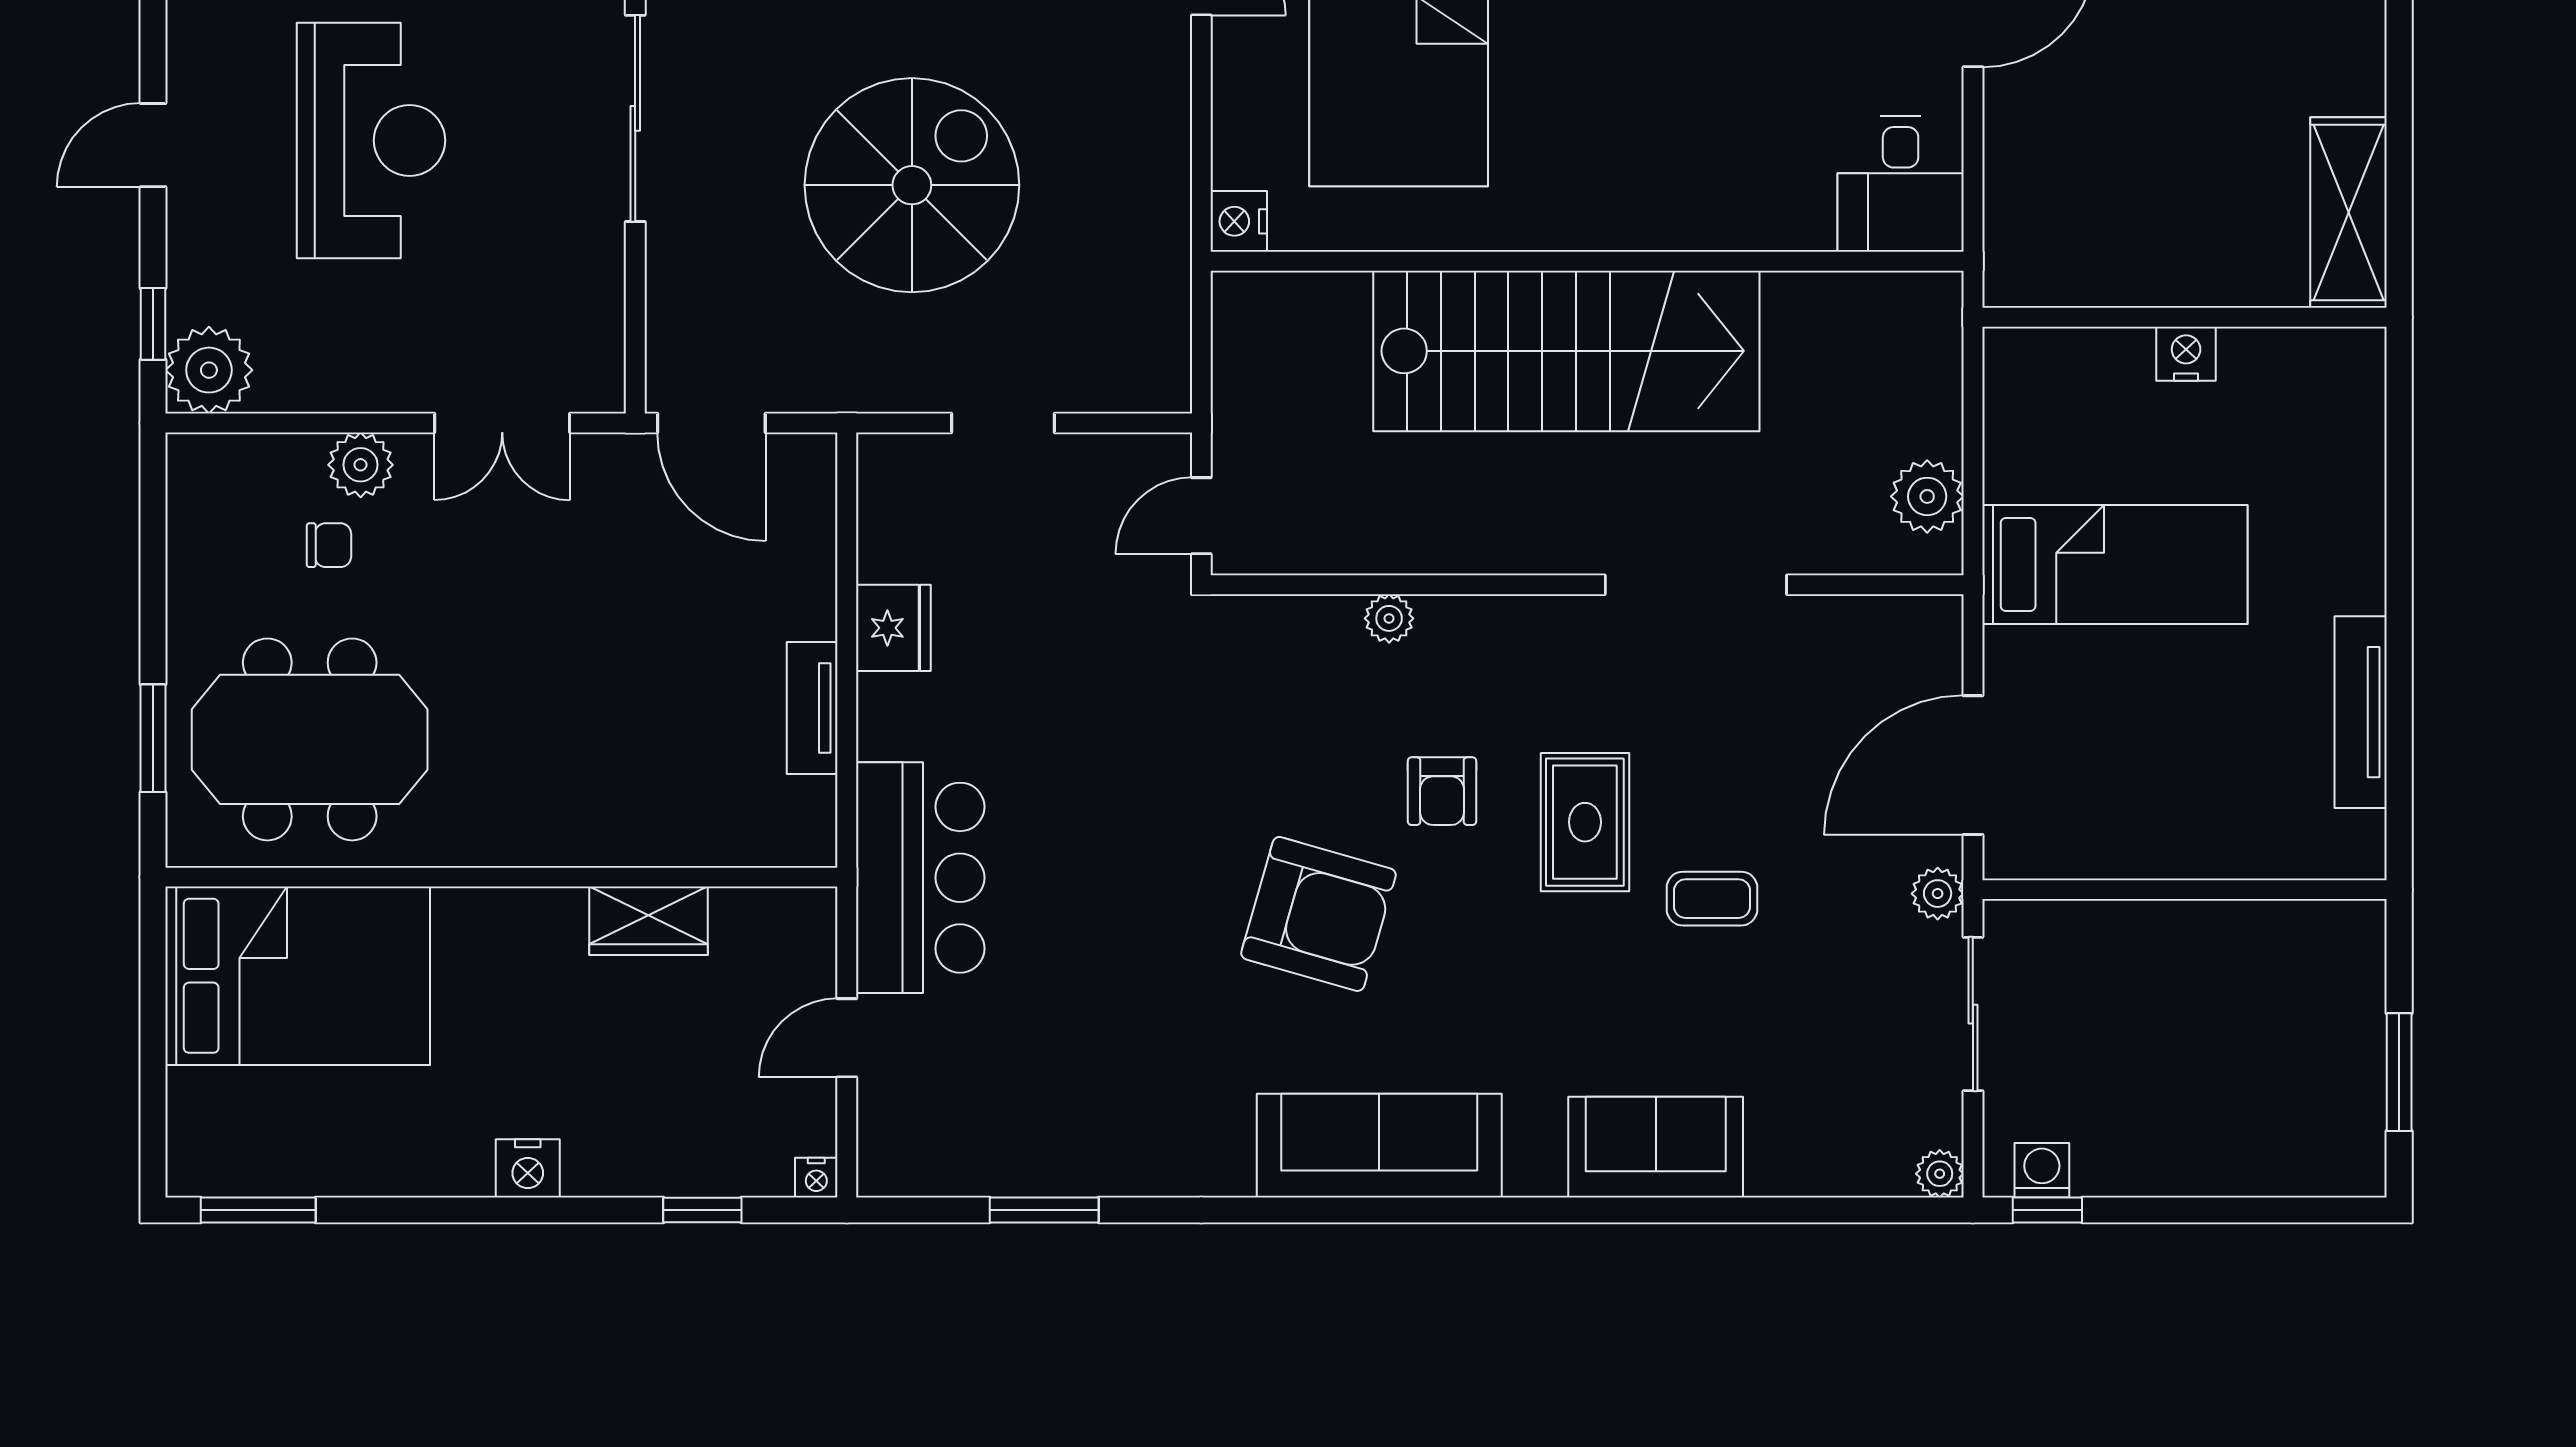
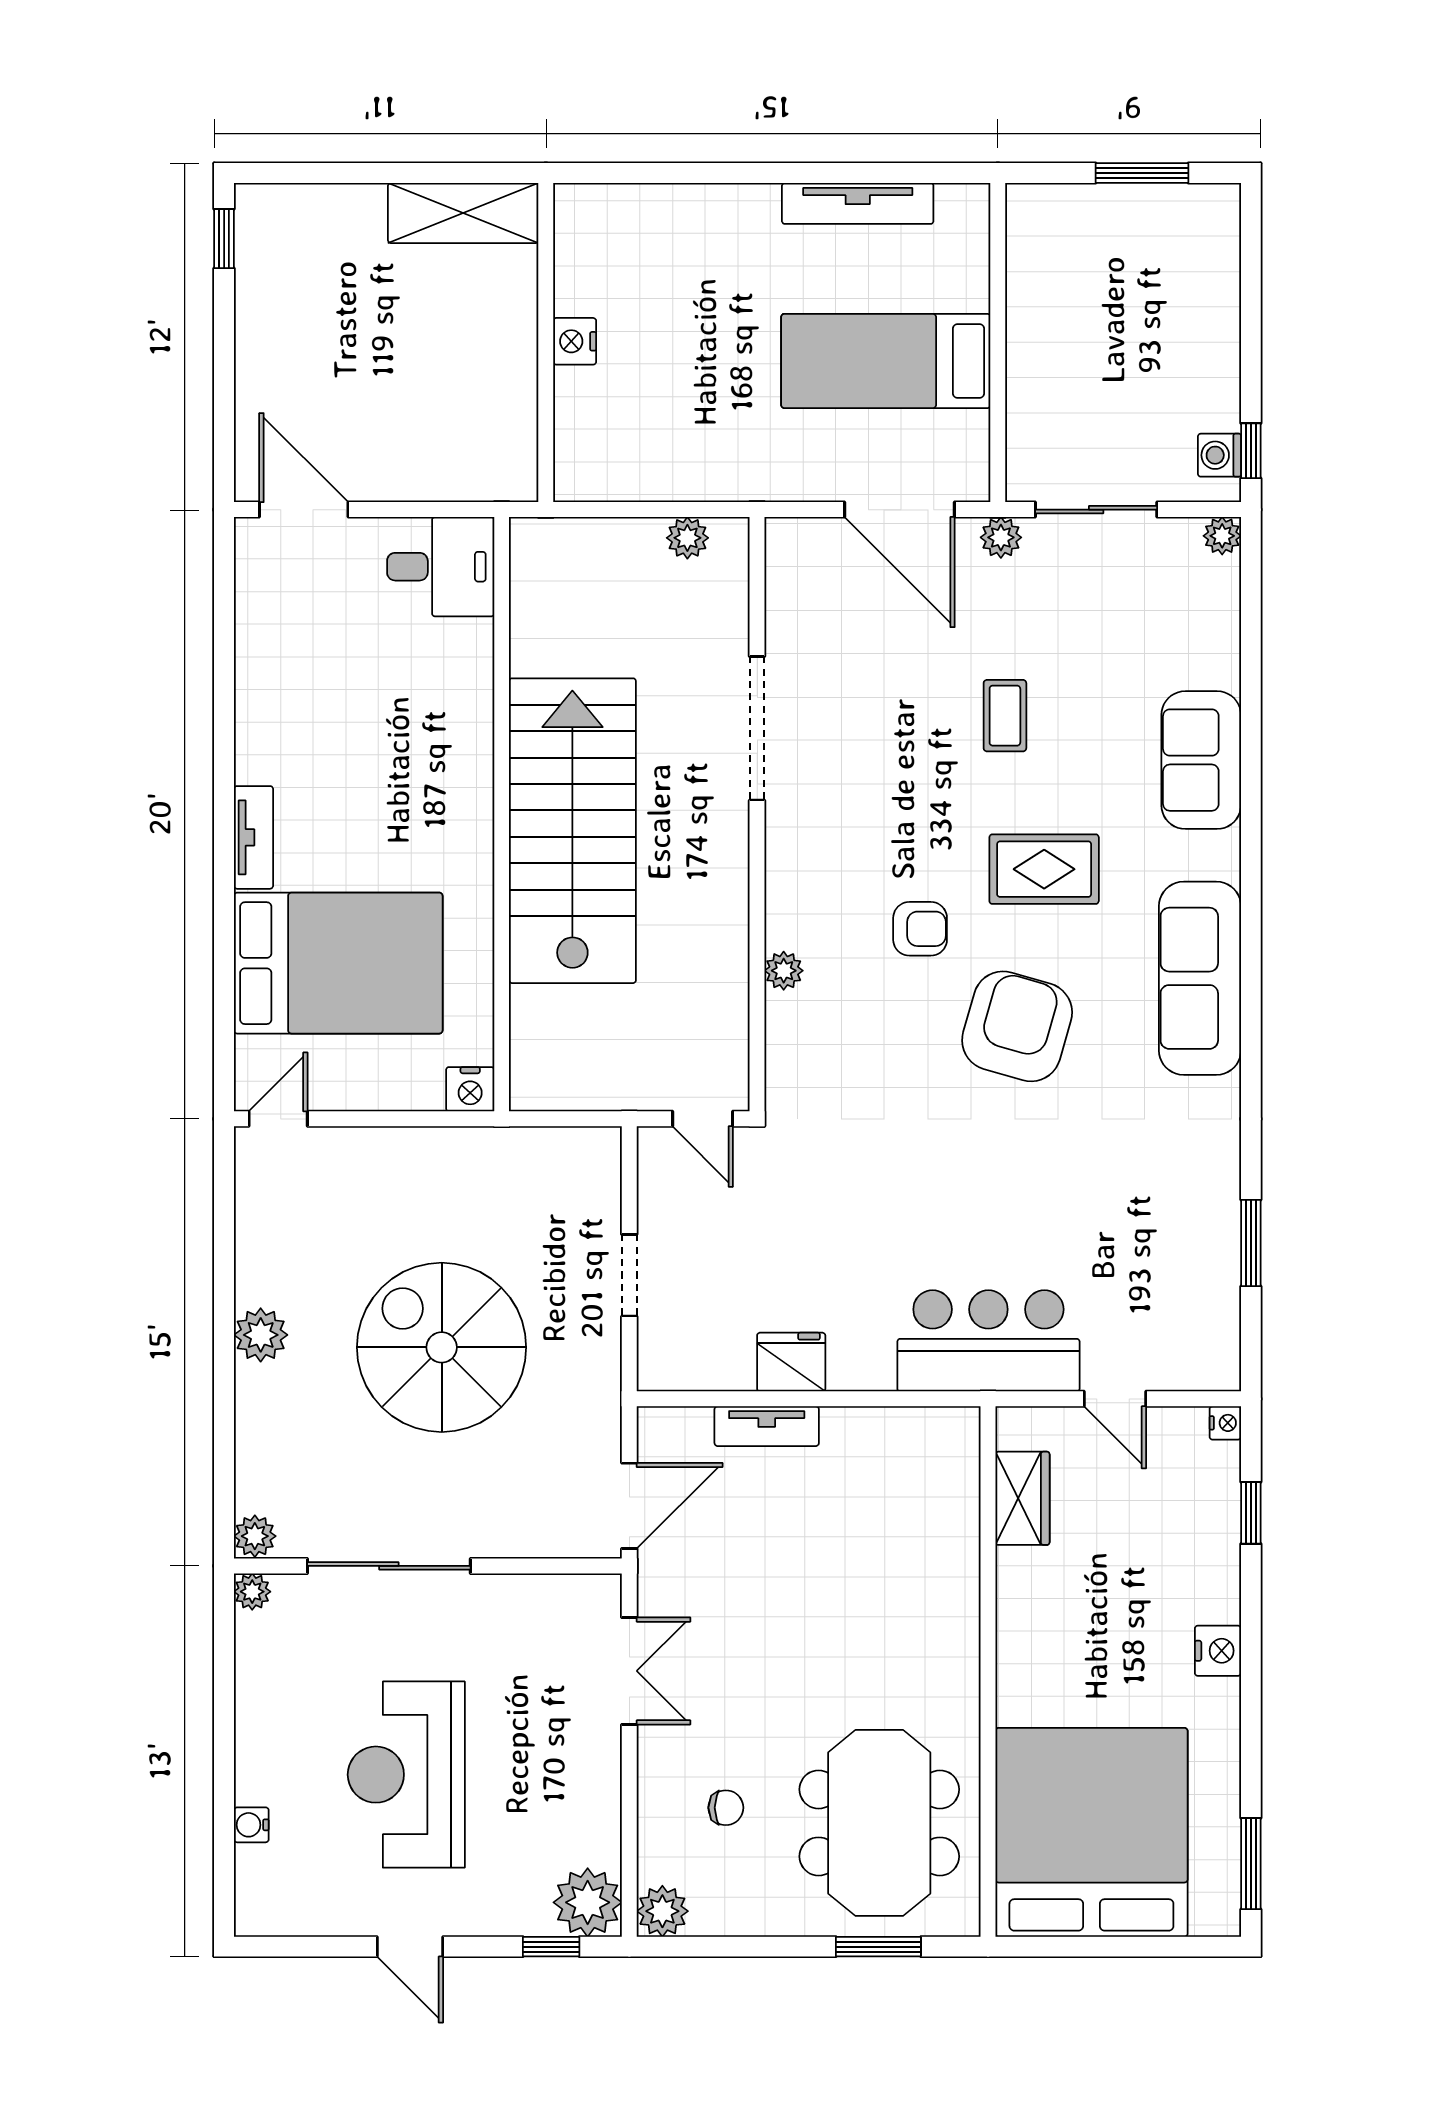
reception desk: (371, 140) -> (406, 1775), turned -90
plant: (361, 465) -> (662, 1911), moved
plant: (1927, 496) -> (687, 538), width x0.73, depth x0.73
chair: (329, 545) -> (726, 1808), turned 90
bed: (2115, 564) -> (886, 361), moved, turned -90
tv unit: (812, 708) -> (767, 1426), moved
rug: (1585, 822) -> (1044, 869), moved
wardrobe: (649, 921) -> (1022, 1498), moved
bed: (298, 976) -> (1091, 1832), width x1.36

